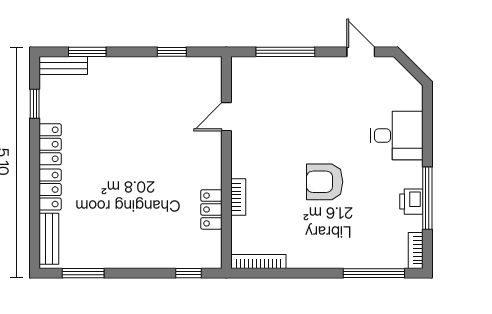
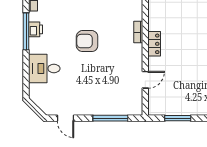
window: (172, 52) -> (178, 118), width x1.50
armchair: (325, 182) -> (87, 41), turned 180
locker: (211, 209) -> (154, 44), moved

